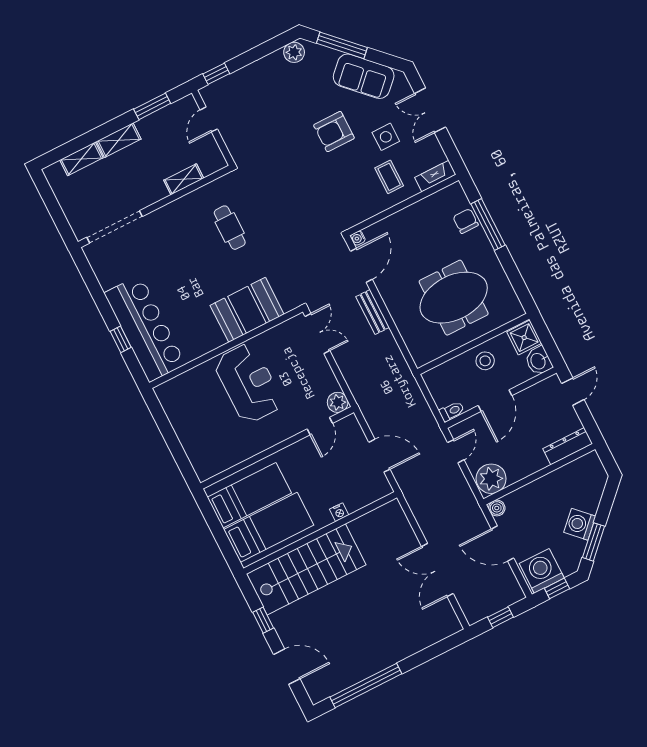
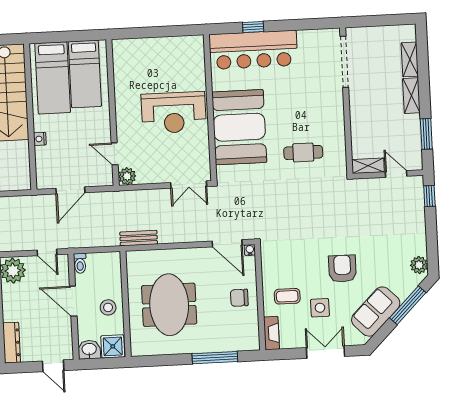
shelving: (184, 179) -> (368, 166), moved, turned 90
chair: (466, 221) -> (239, 298), moved, turned 180
booth: (247, 310) -> (239, 127), width x1.36, depth x1.42
bench: (373, 312) -> (139, 238), moved

